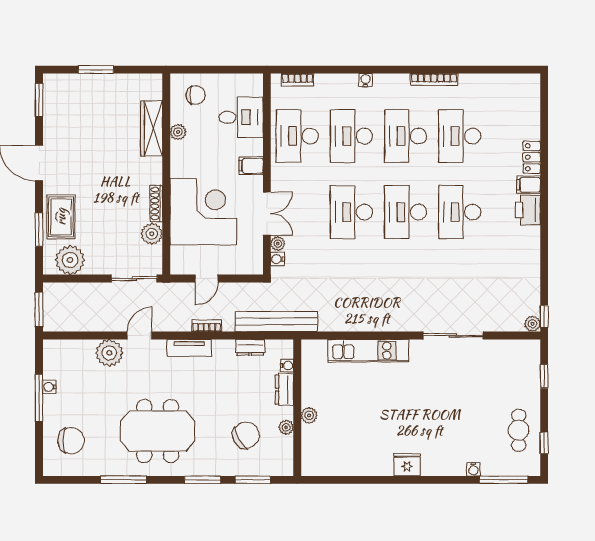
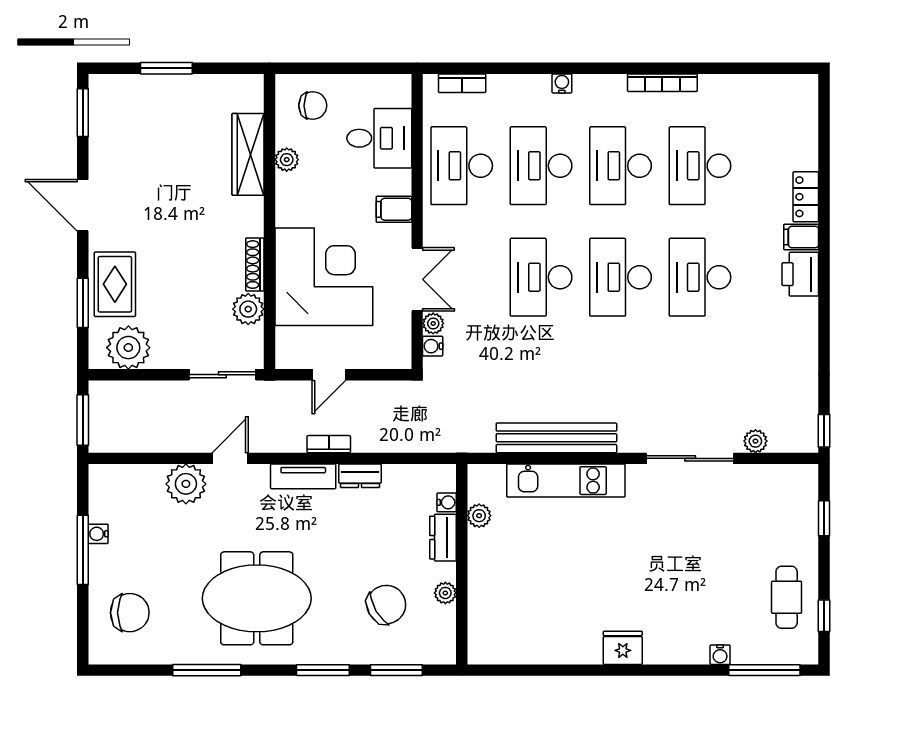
bench: (276, 322) -> (556, 438), moved
plant: (532, 324) -> (755, 441), moved
dresser: (250, 347) -> (360, 476), moved
plant: (309, 415) -> (479, 516), moved

